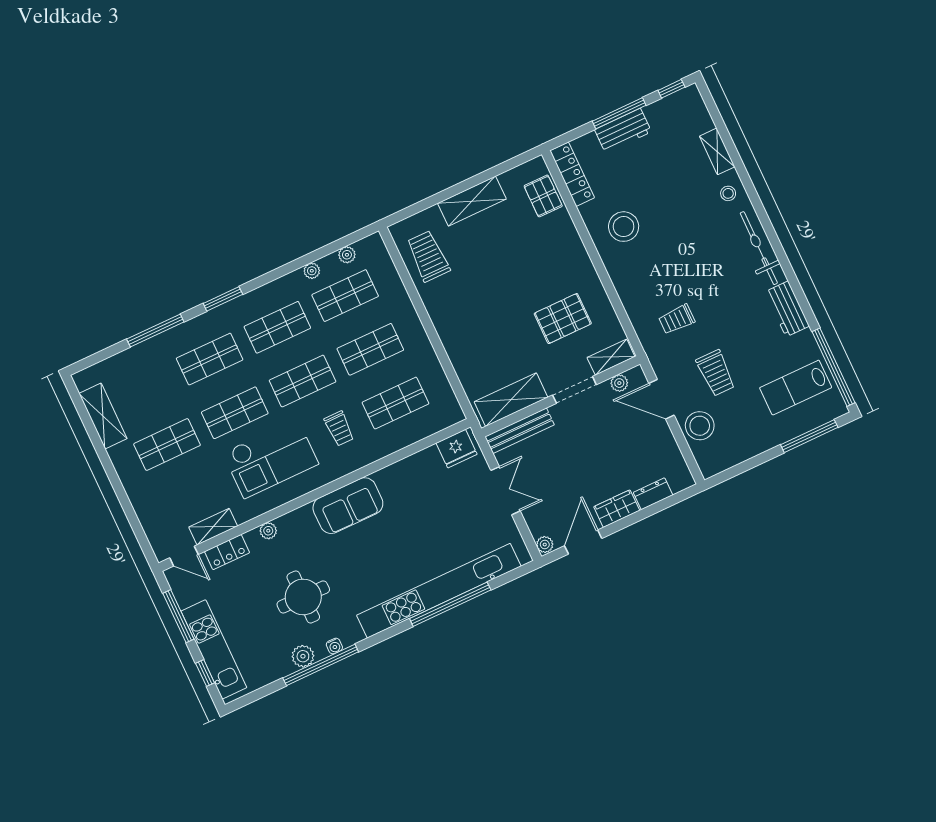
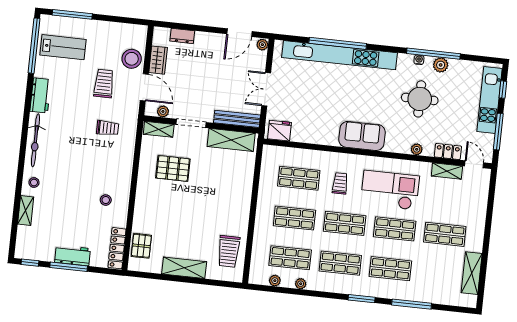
stool: (624, 227) -> (106, 200), width x0.53, depth x0.53
wardrobe: (617, 509) -> (158, 60), moved, turned -90

